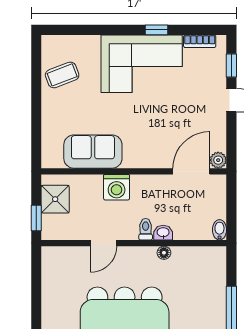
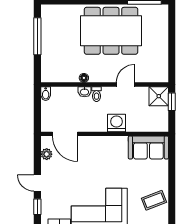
sofa: (93, 152) -> (148, 148), moved
plant: (218, 160) -> (47, 154), moved
door: (191, 171) -> (65, 134), hinge flipped
shower: (55, 199) -> (159, 96), moved

